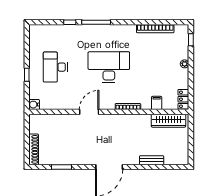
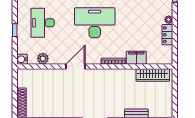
locker: (183, 99) -> (167, 35), moved
filing cabinet: (157, 103) -> (136, 58), width x2.00
plant: (56, 104) -> (43, 59), added

